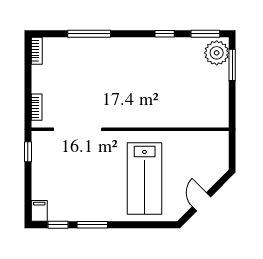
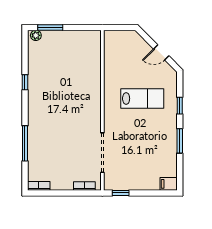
window: (205, 34) -> (25, 49), removed
plant: (217, 53) -> (36, 35), width x0.53, depth x0.53
lab bench: (145, 178) -> (142, 98), width x0.73, depth x0.72
window: (58, 225) -> (180, 106), moved

